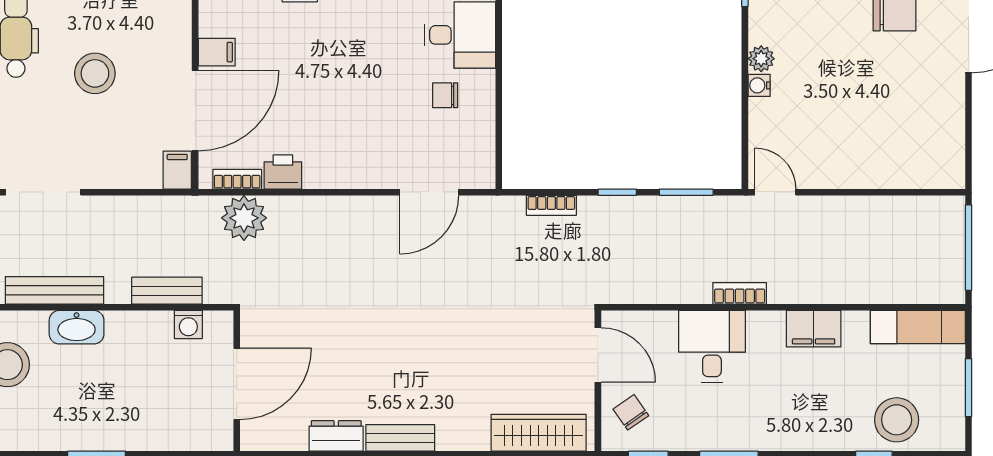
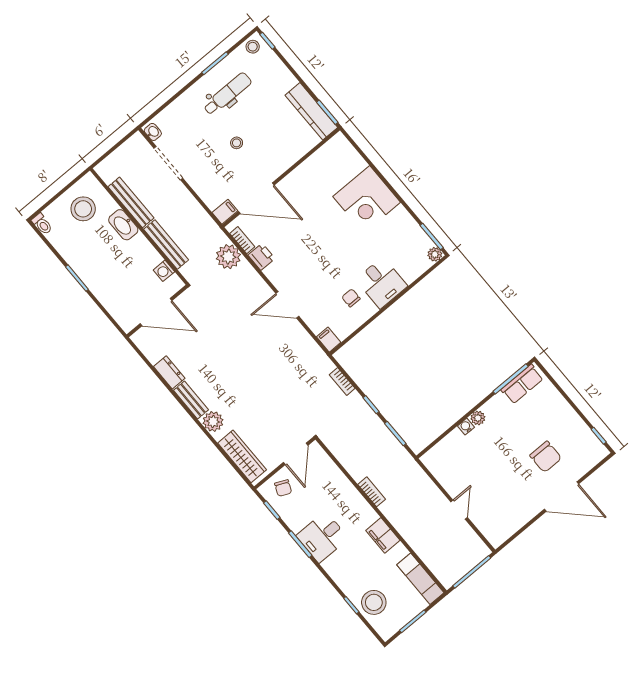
filing cabinet: (217, 52) -> (329, 340), moved, turned 180
stool: (95, 73) -> (237, 143), width x0.53, depth x0.53
door: (429, 192) -> (287, 305), moved
door: (775, 192) -> (459, 510), moved
bench: (167, 291) -> (166, 244), width x1.36
desk: (712, 346) -> (322, 537), moved, turned 180
chair: (631, 412) -> (283, 488), turned 149
plant: (456, 432) -> (213, 422), added

